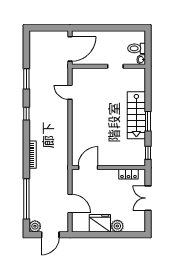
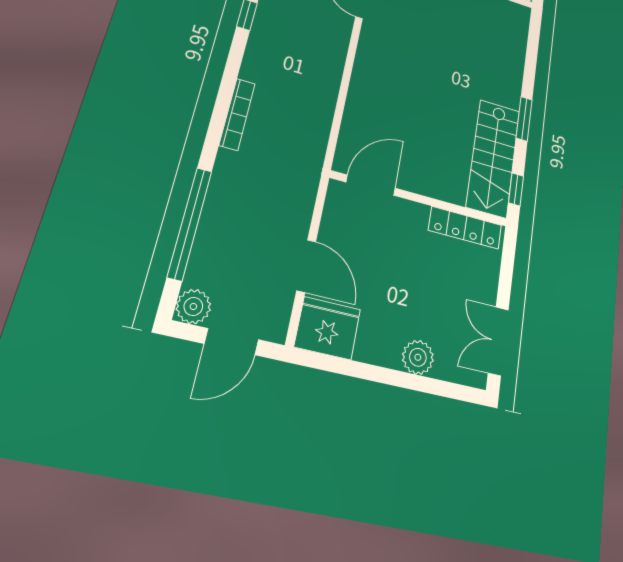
stairs: (136, 115) -> (493, 158), moved
locker: (128, 174) -> (465, 228), width x1.53
double door: (148, 198) -> (498, 341), moved
fridge: (100, 223) -> (328, 328), moved

